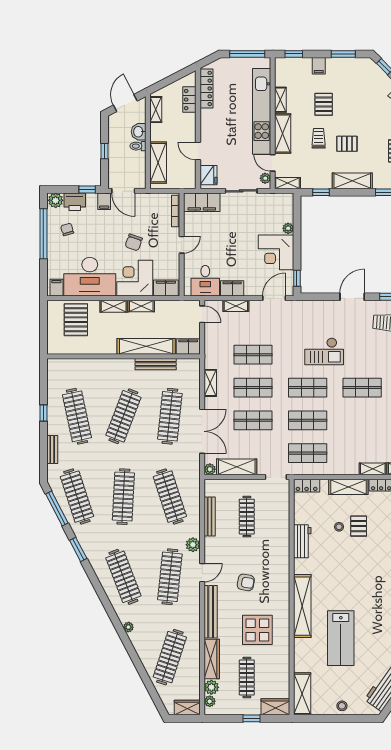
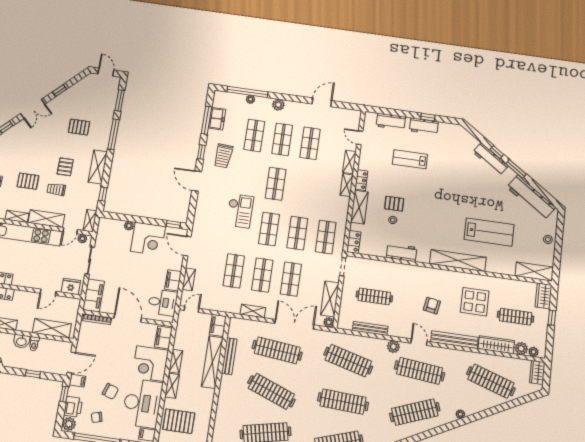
chair: (134, 242) -> (110, 391), moved
door: (182, 245) -> (128, 318), width x1.88
clothes rail: (170, 497) -> (348, 361), turned 33

